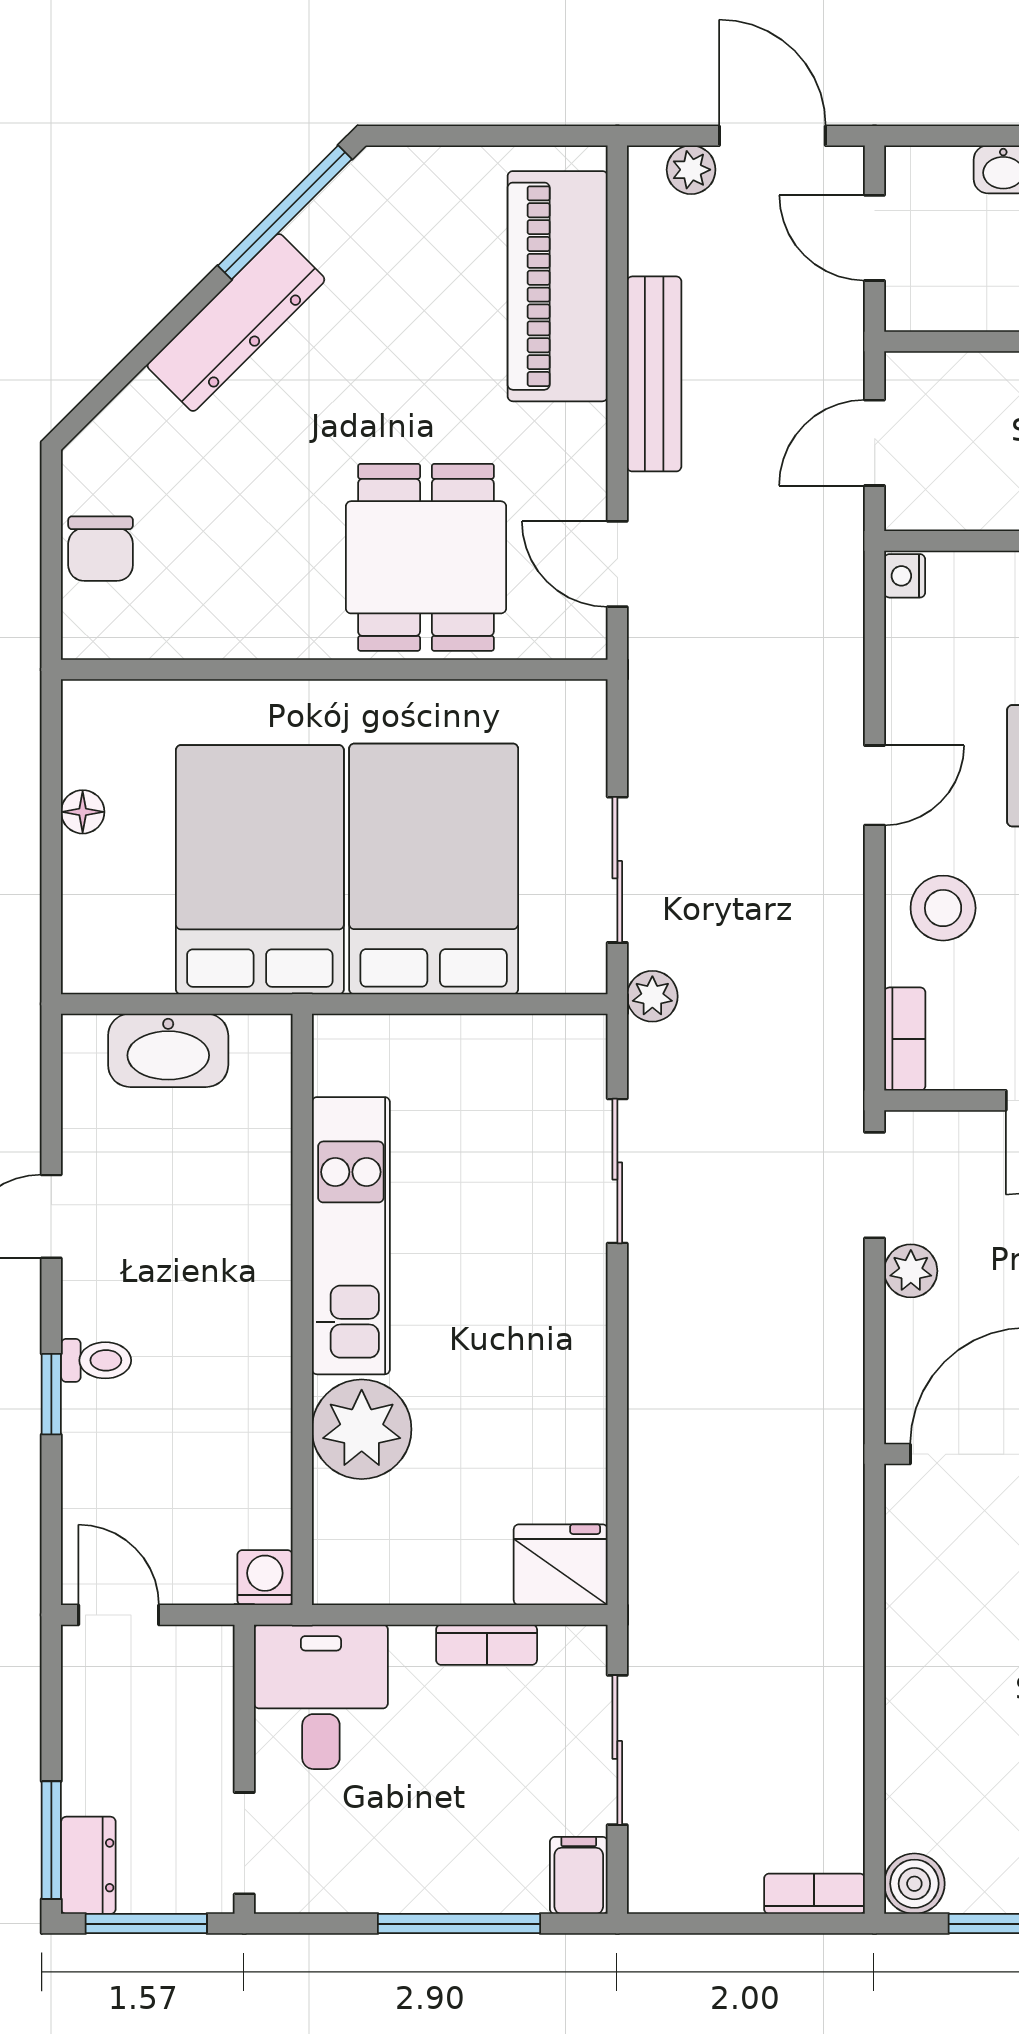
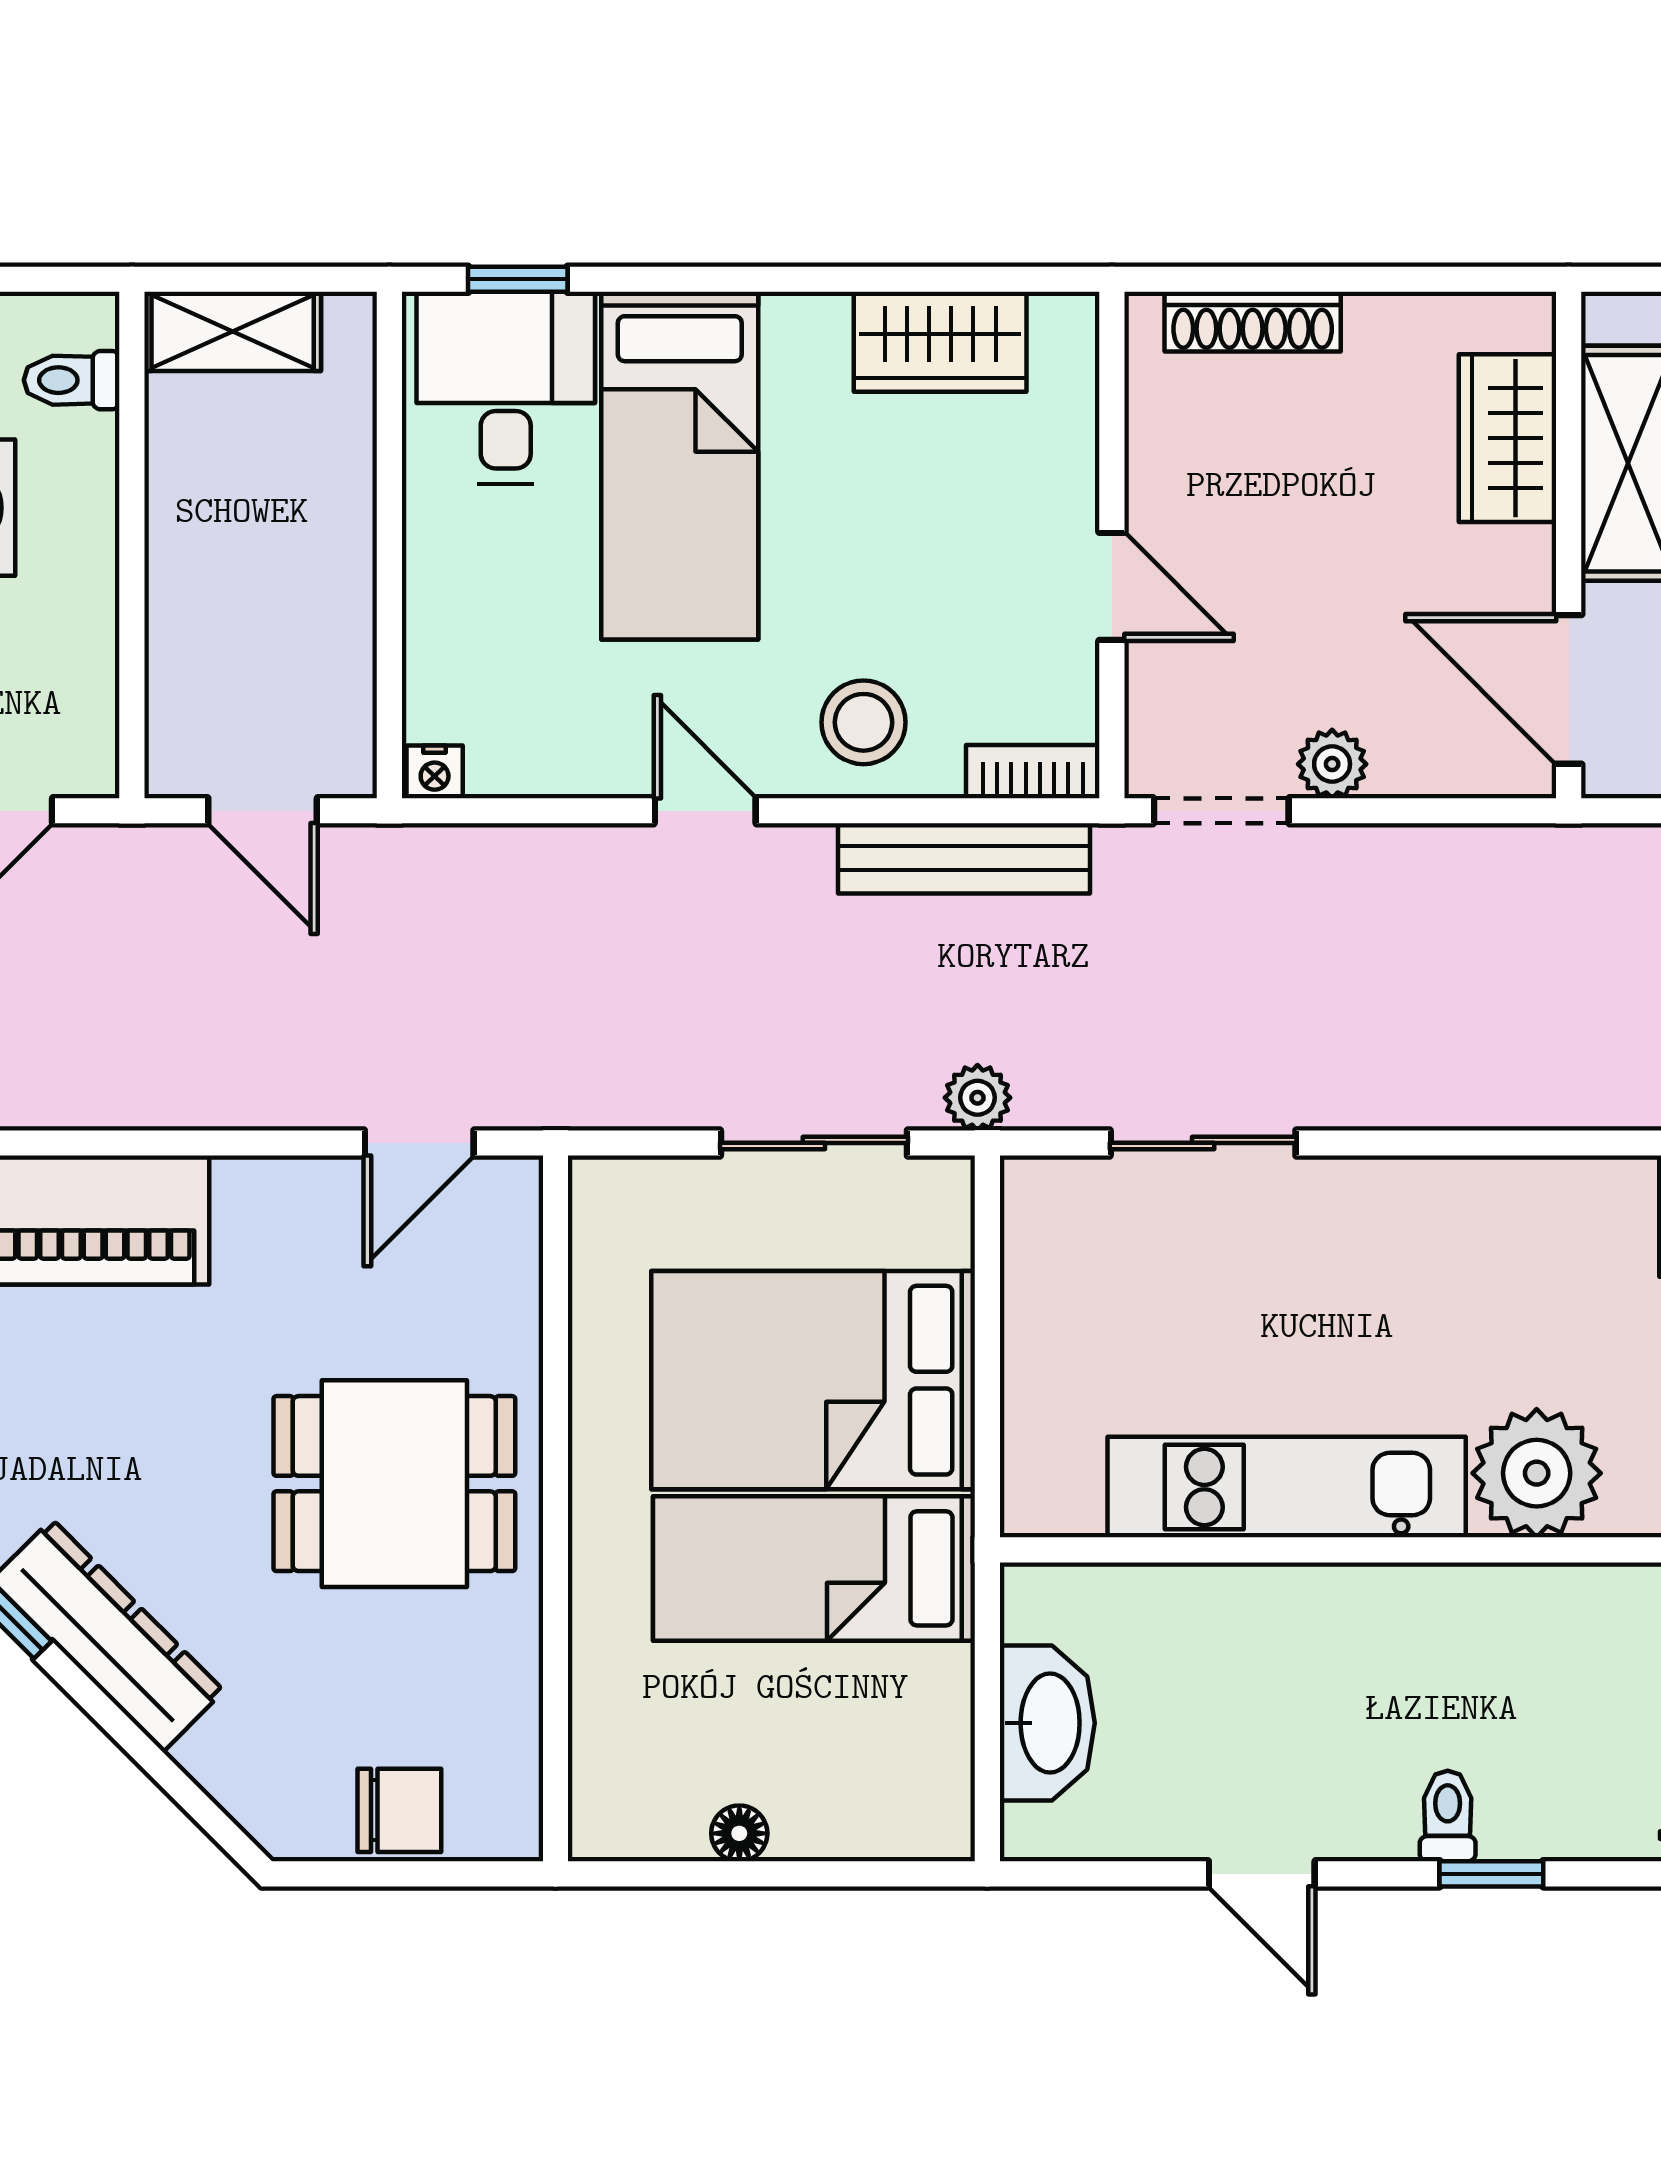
bench: (654, 374) -> (964, 858), moved
dining table: (426, 557) -> (394, 1484), moved
bed: (260, 870) -> (814, 1568), width x0.67

